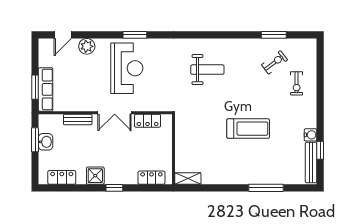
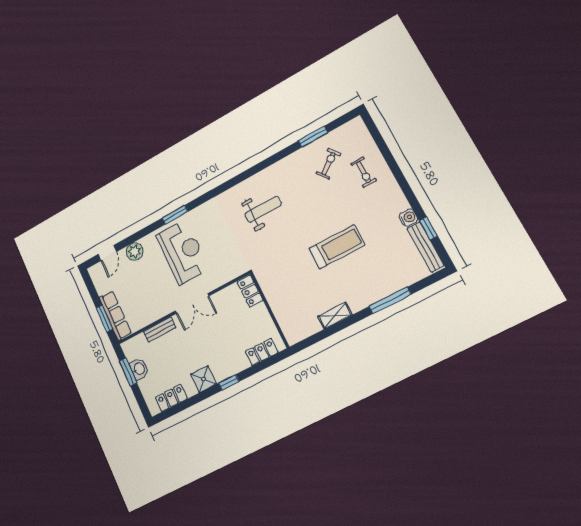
locker: (147, 121) -> (250, 291), moved, turned 90
shelving: (188, 179) -> (335, 316), moved

